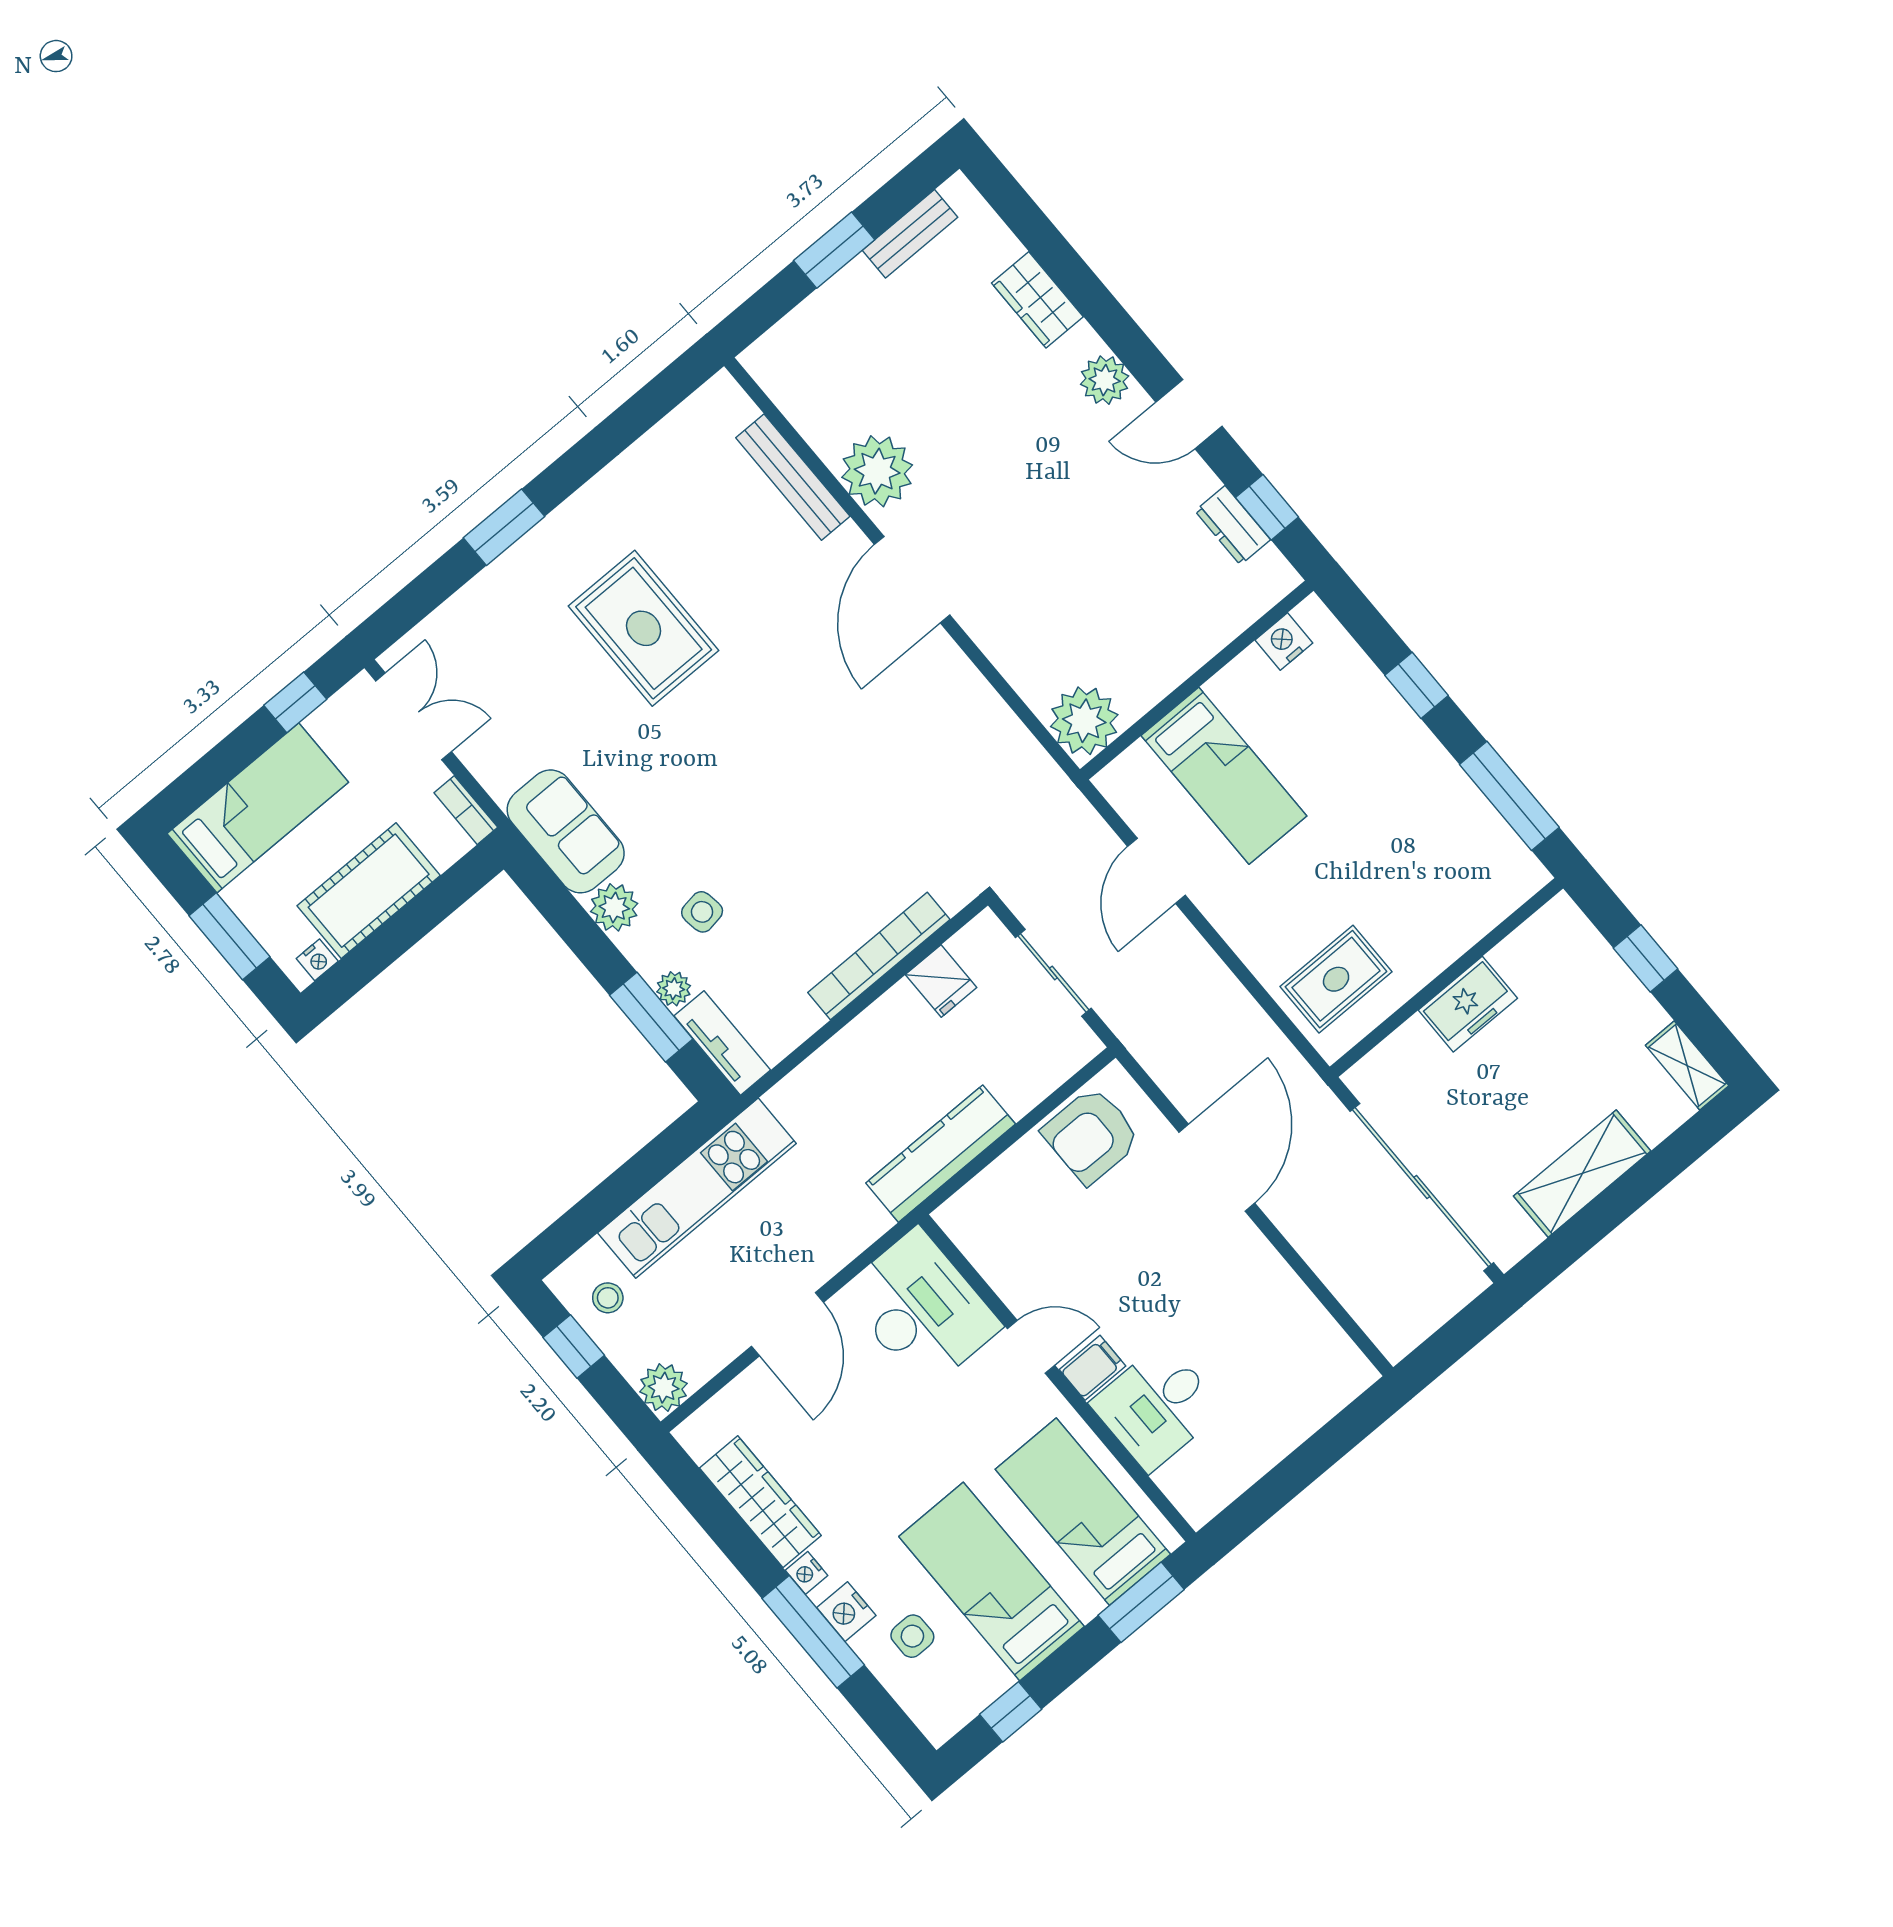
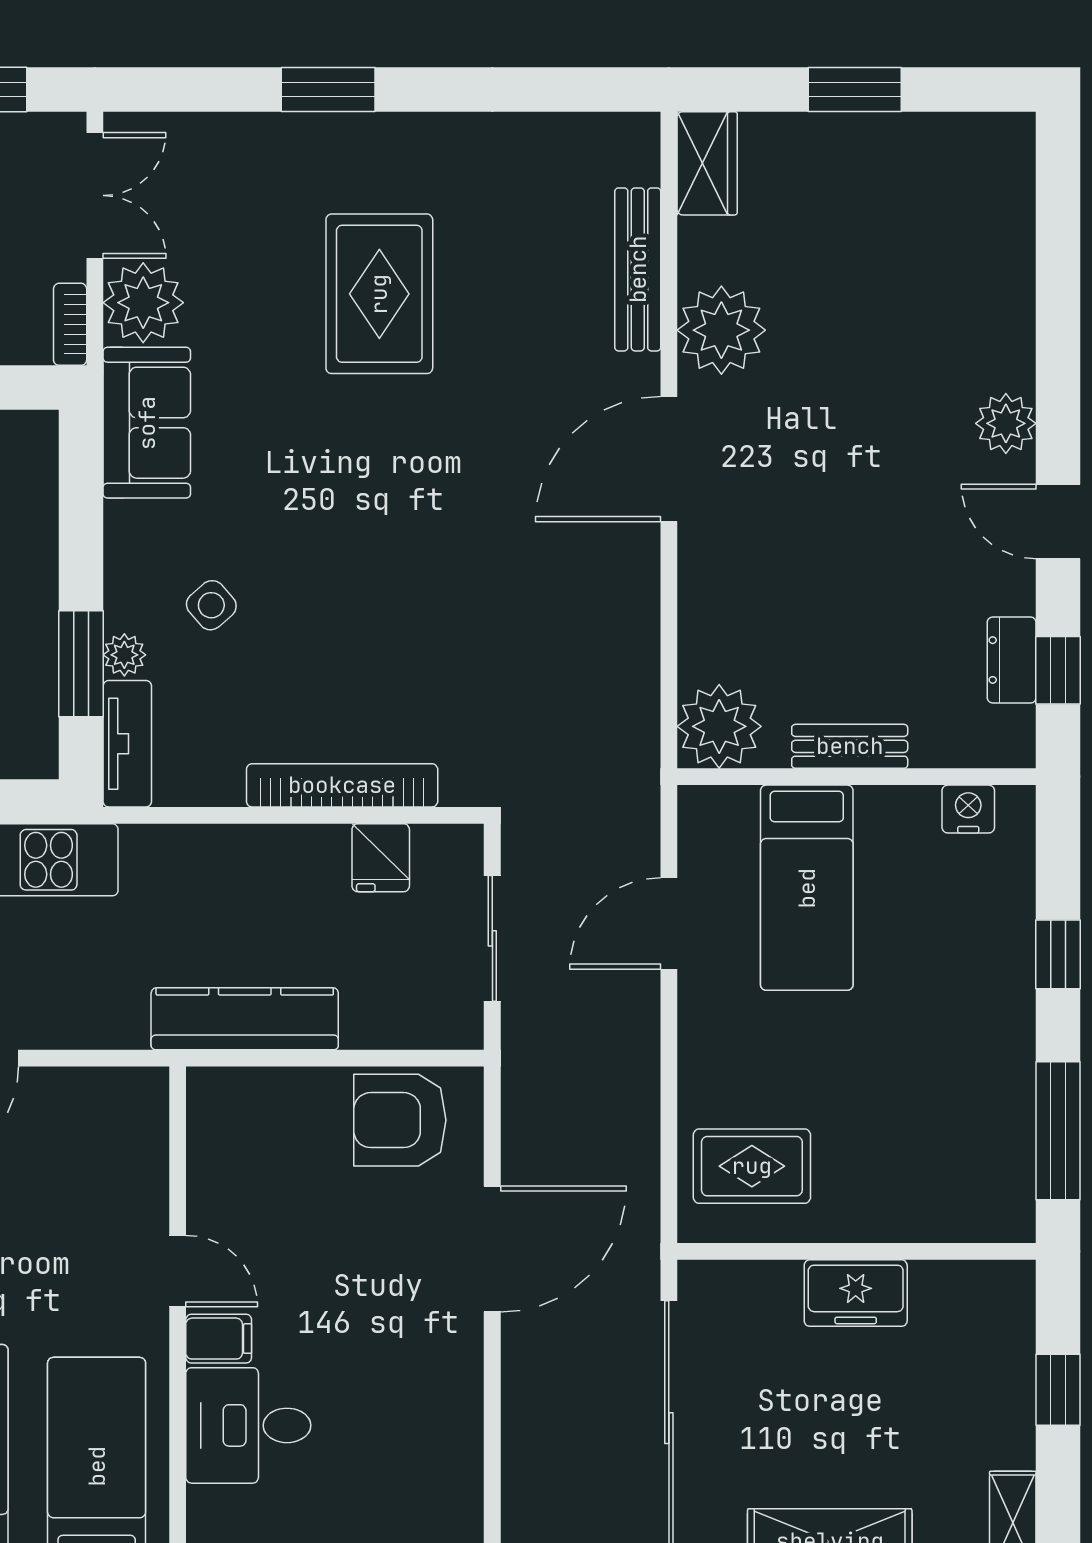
bench: (910, 234) -> (850, 746), moved
wardrobe: (1037, 300) -> (707, 163), moved, turned 180
plant: (614, 907) -> (143, 303), moved, width x1.36, depth x1.36
side table: (702, 912) -> (211, 605), turned -32
desk: (921, 1309) -> (105, 1149), removed

